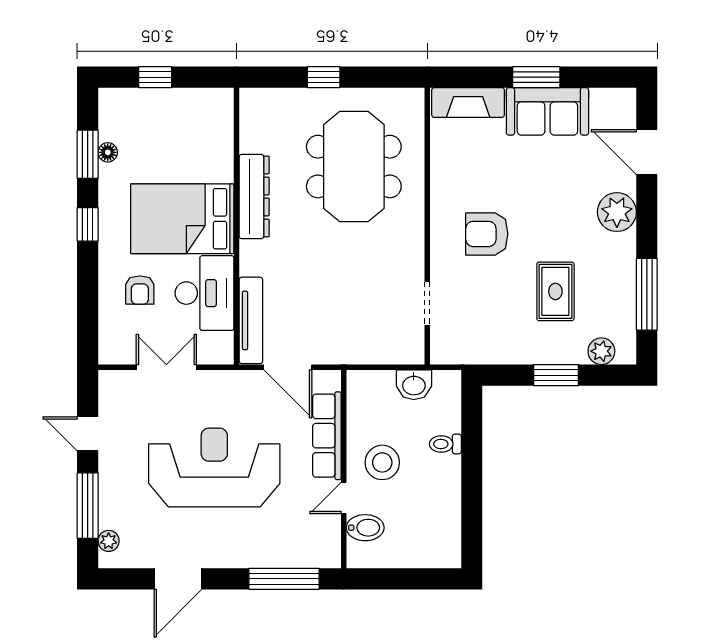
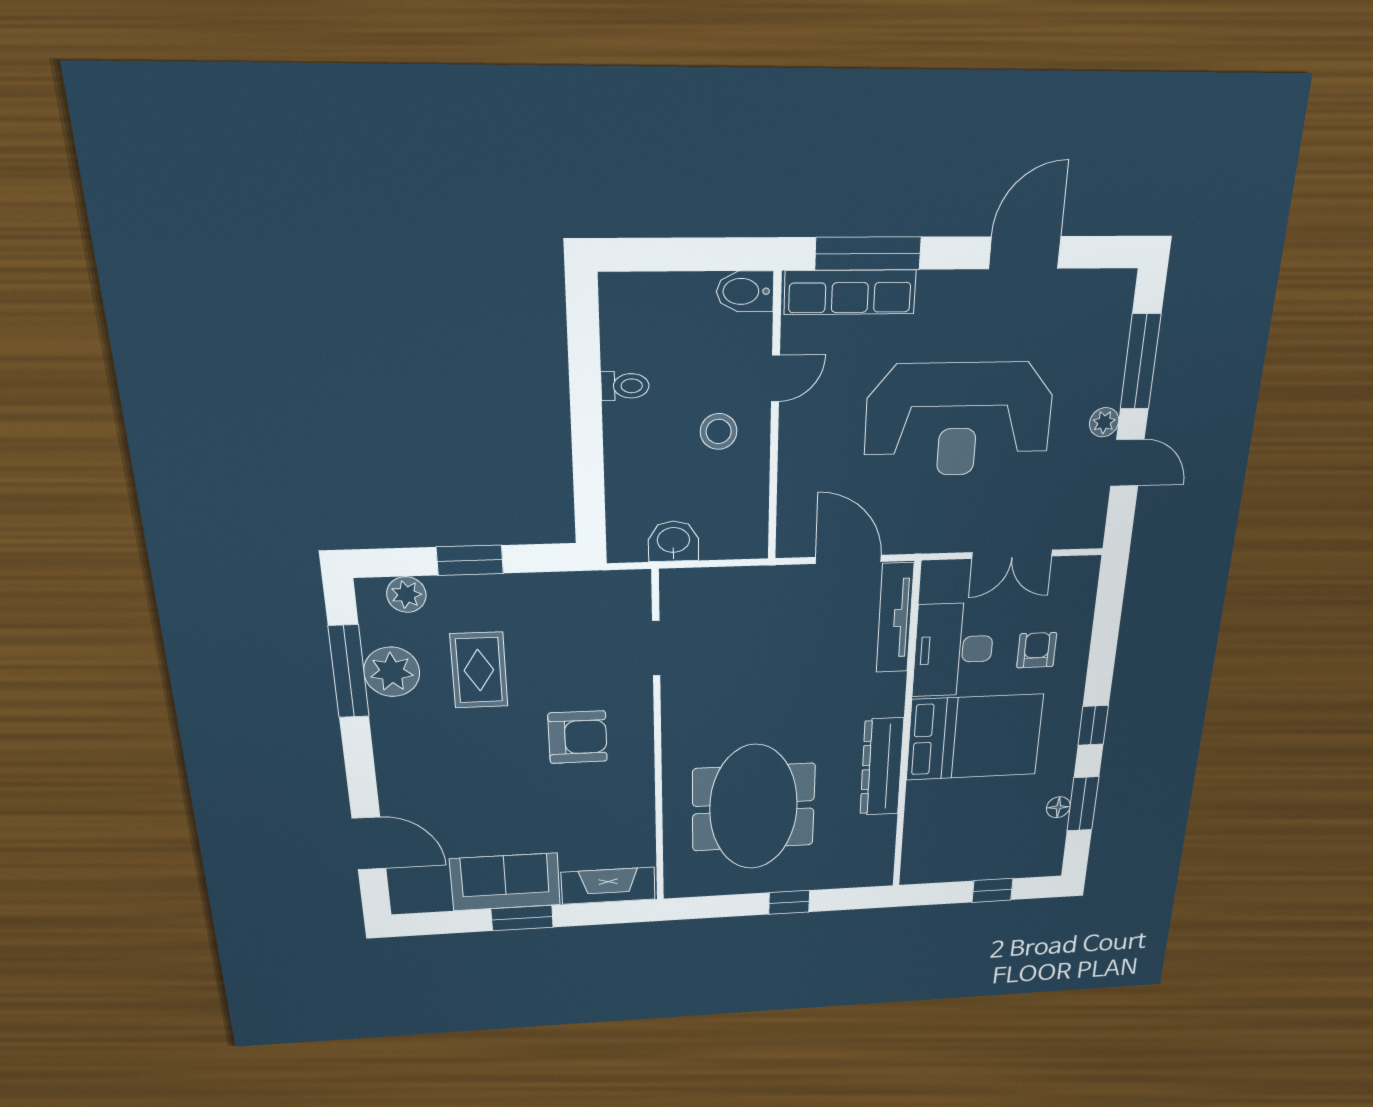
plant: (617, 212) -> (392, 672), moved
row of seats: (327, 436) -> (850, 292), moved, turned 90
toilet: (445, 444) -> (625, 386), moved
stool: (382, 462) -> (719, 431), width x0.73, depth x0.73
bidet: (365, 528) -> (745, 291), moved
plant: (109, 541) -> (1104, 422), moved

